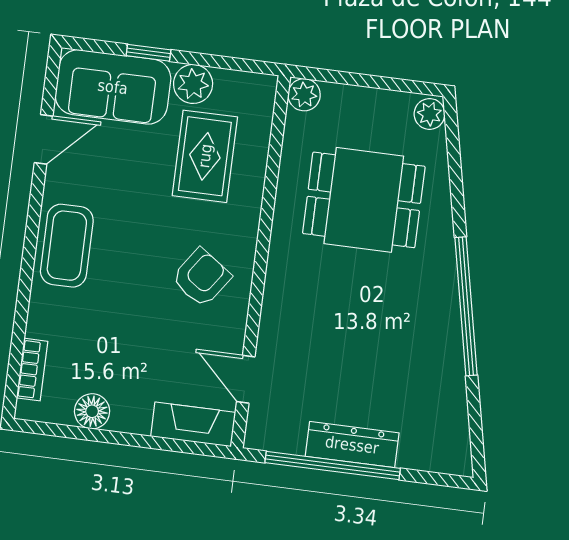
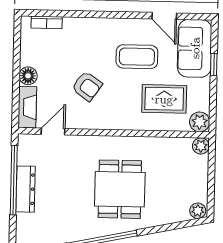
plant: (193, 84) -> (200, 122), moved
dining table: (364, 200) -> (120, 189), moved
coffee table: (67, 246) -> (137, 57), moved
armchair: (201, 278) -> (87, 86), moved
floor lamp: (92, 411) -> (28, 76), moved

